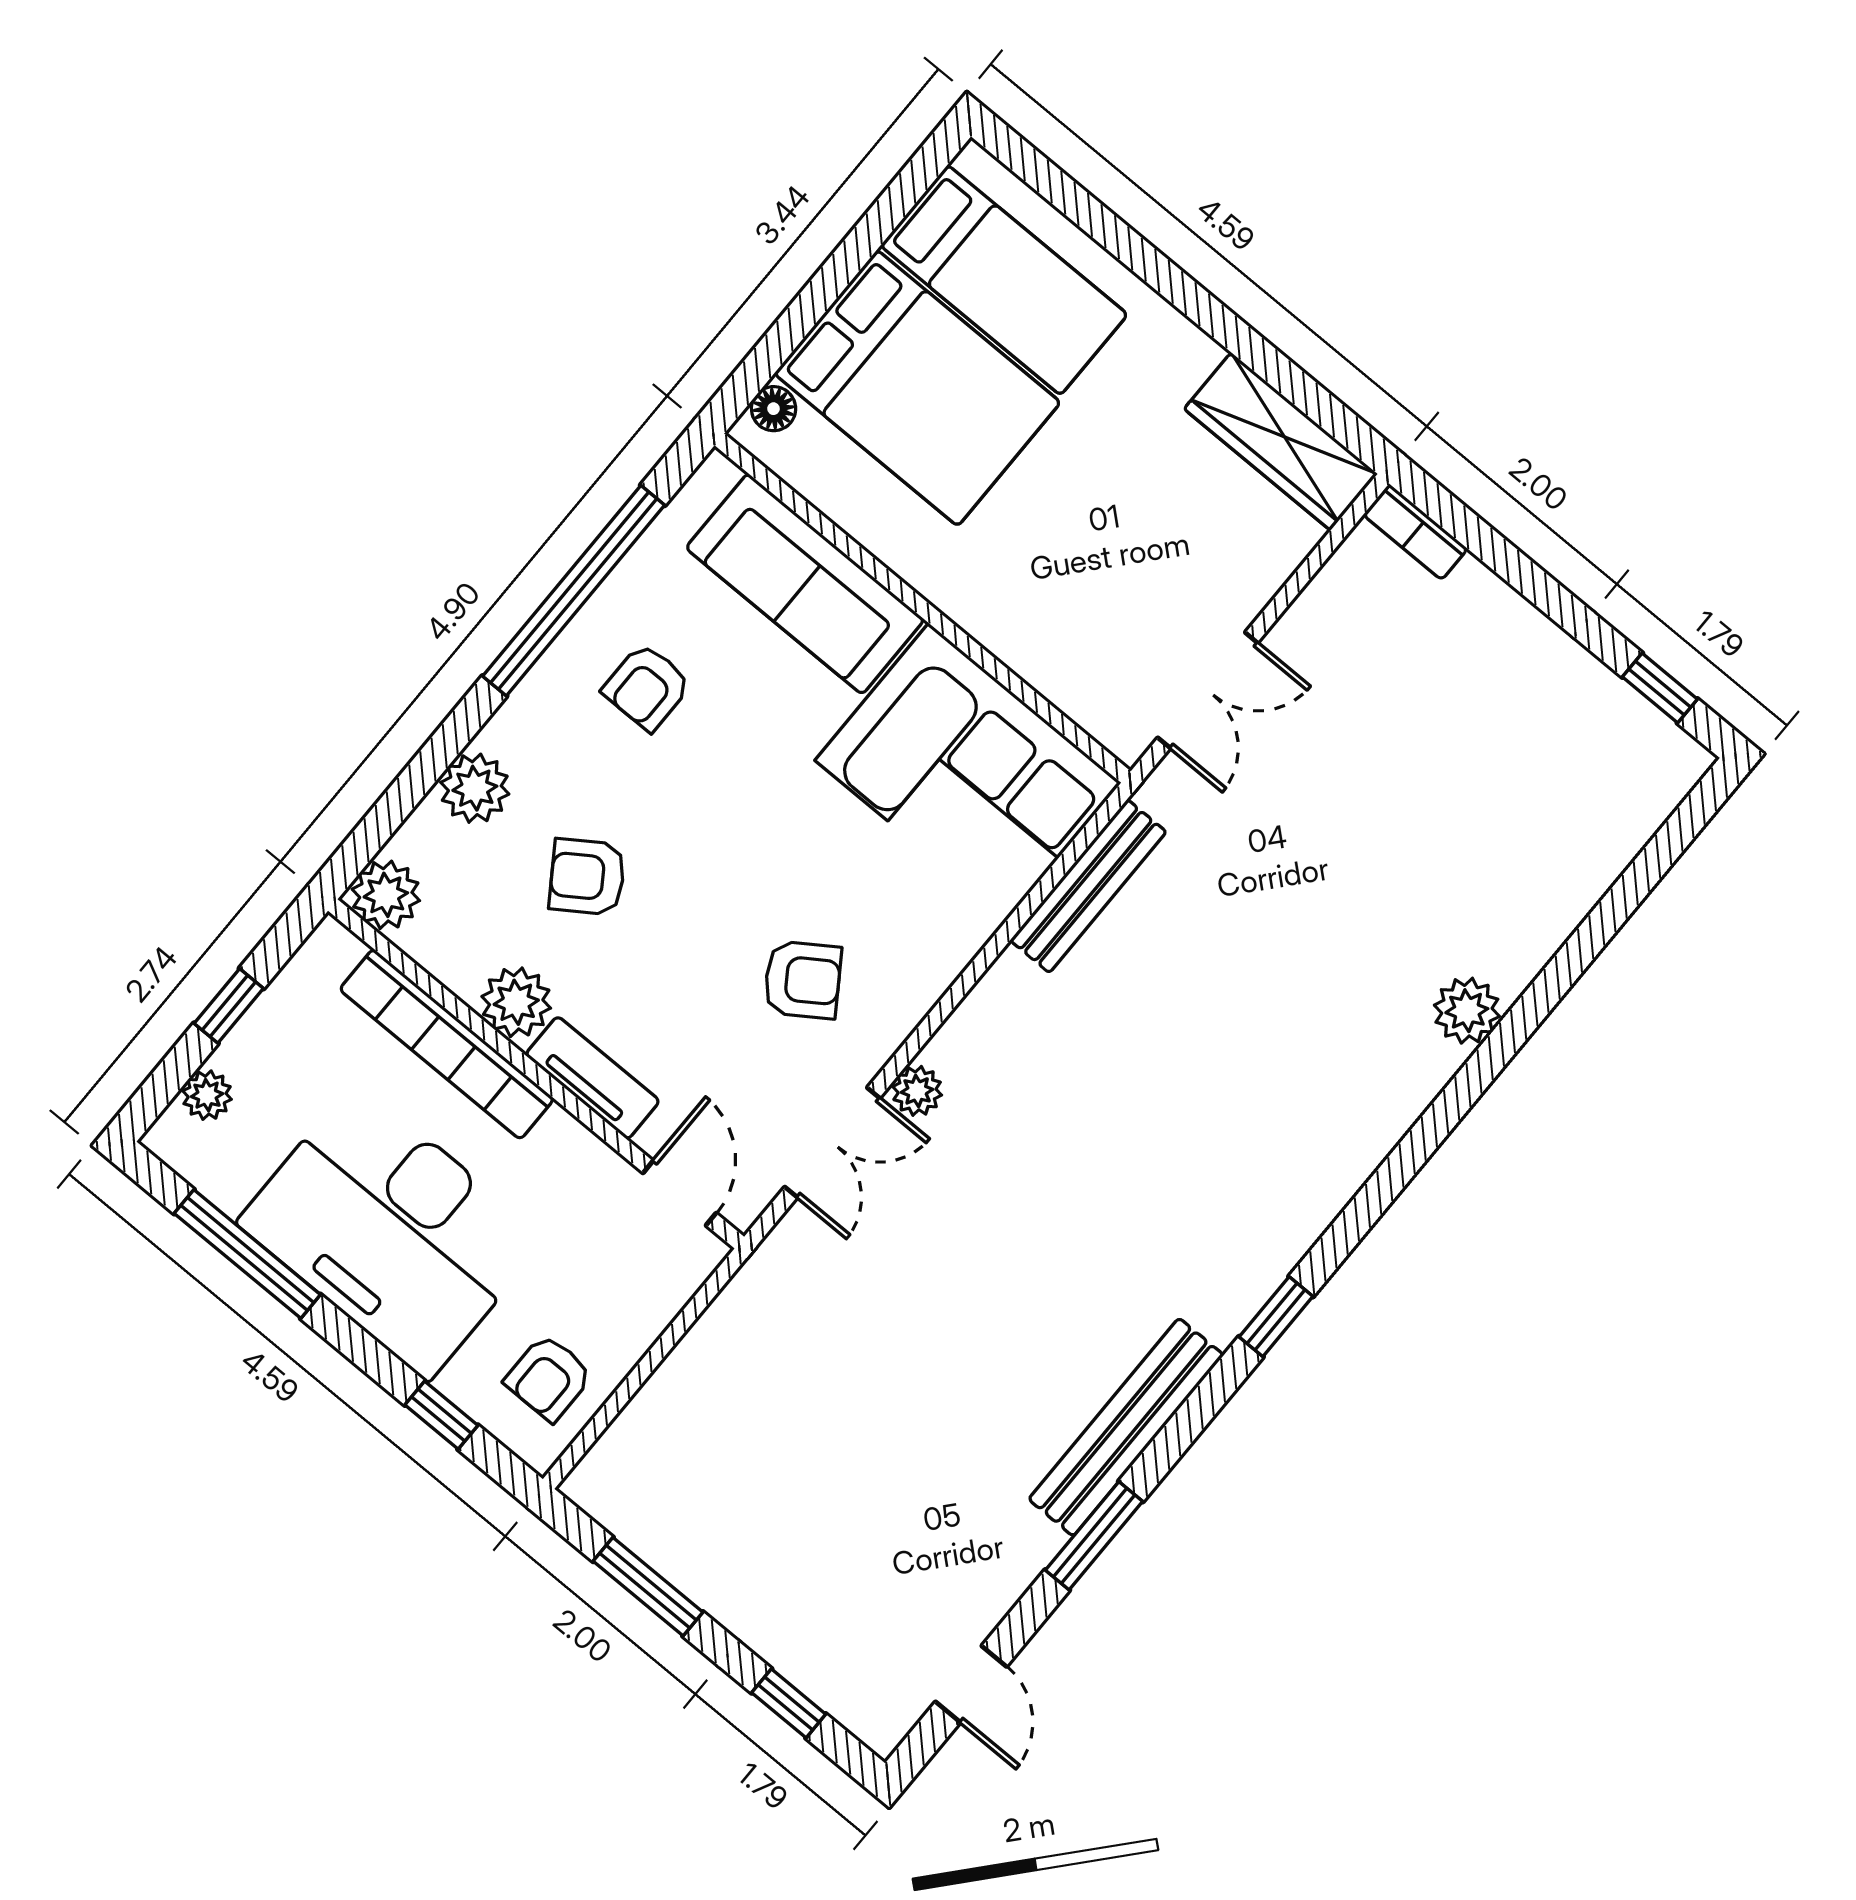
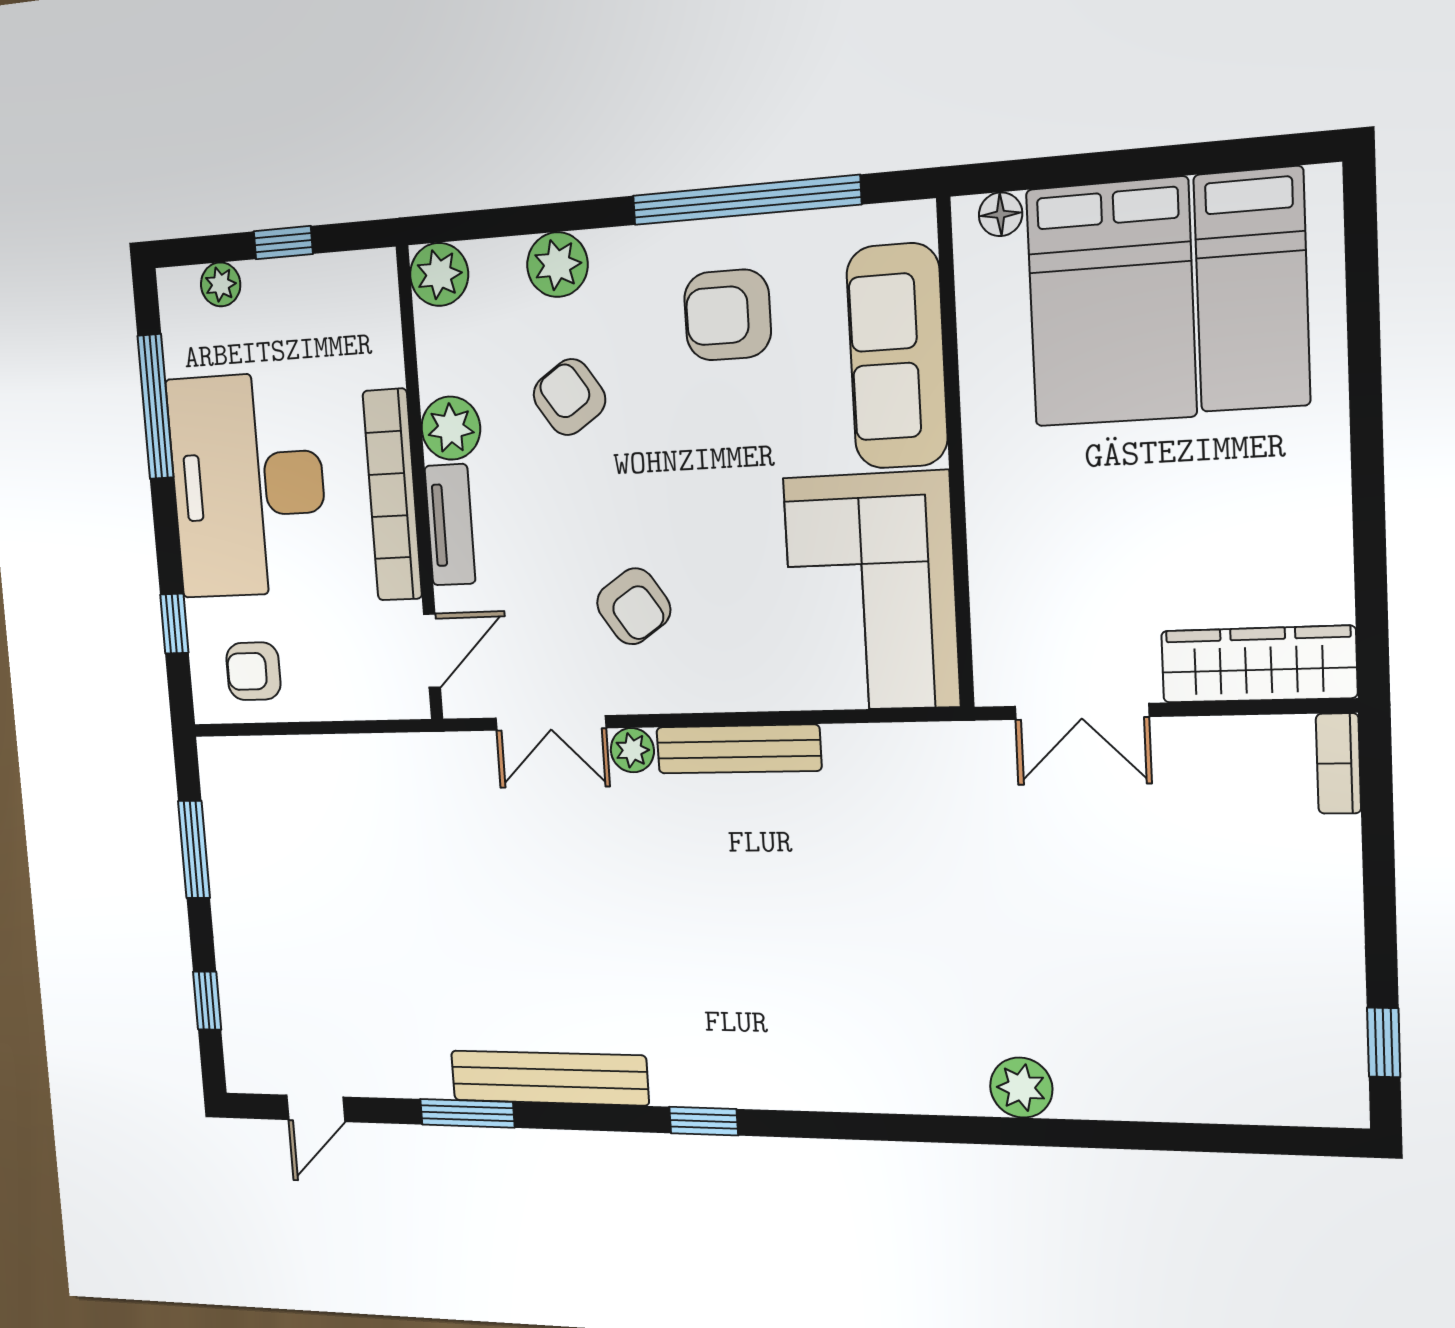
wardrobe: (1281, 441) -> (1259, 664), moved, turned 90
armchair: (647, 687) -> (728, 315), width x1.38, depth x1.38
bench: (1088, 886) -> (738, 749), moved
bookcase: (447, 1044) -> (392, 495), moved

